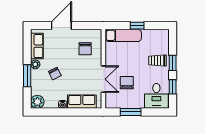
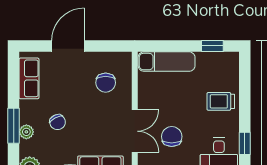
window: (137, 26) -> (212, 46), moved
window: (173, 63) -> (245, 105), removed
plant: (35, 64) -> (26, 132), moved

